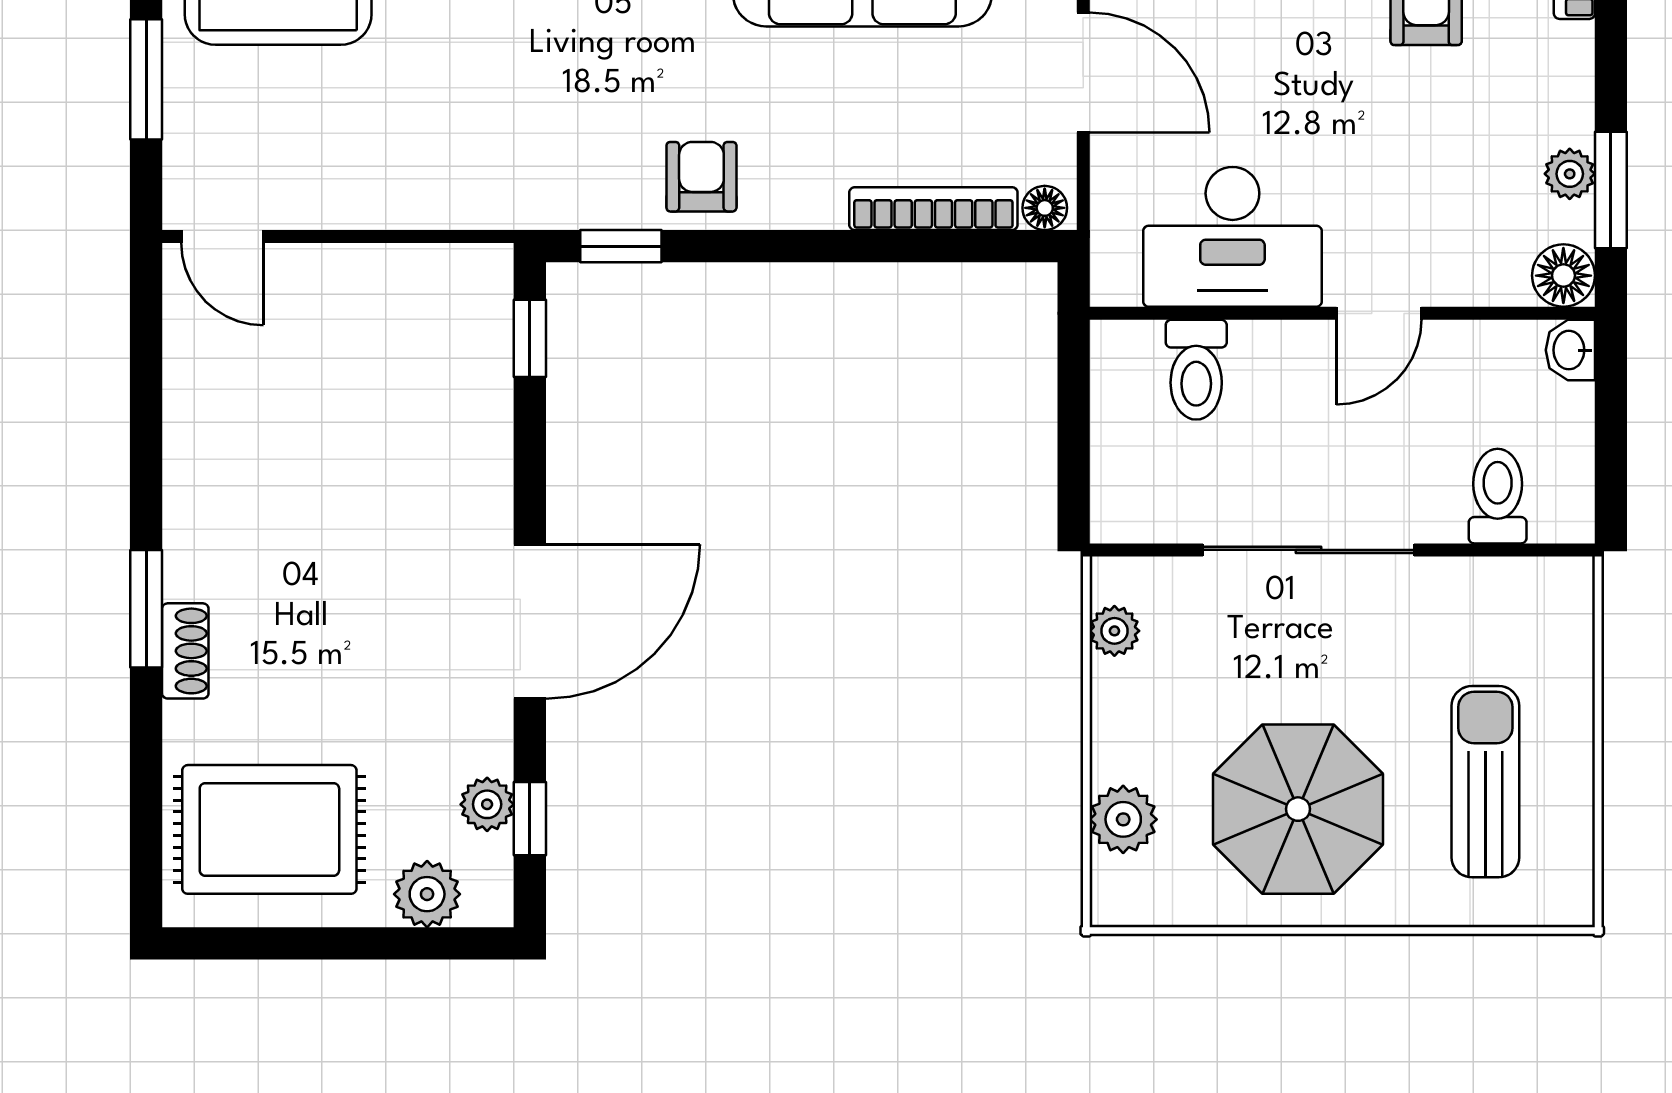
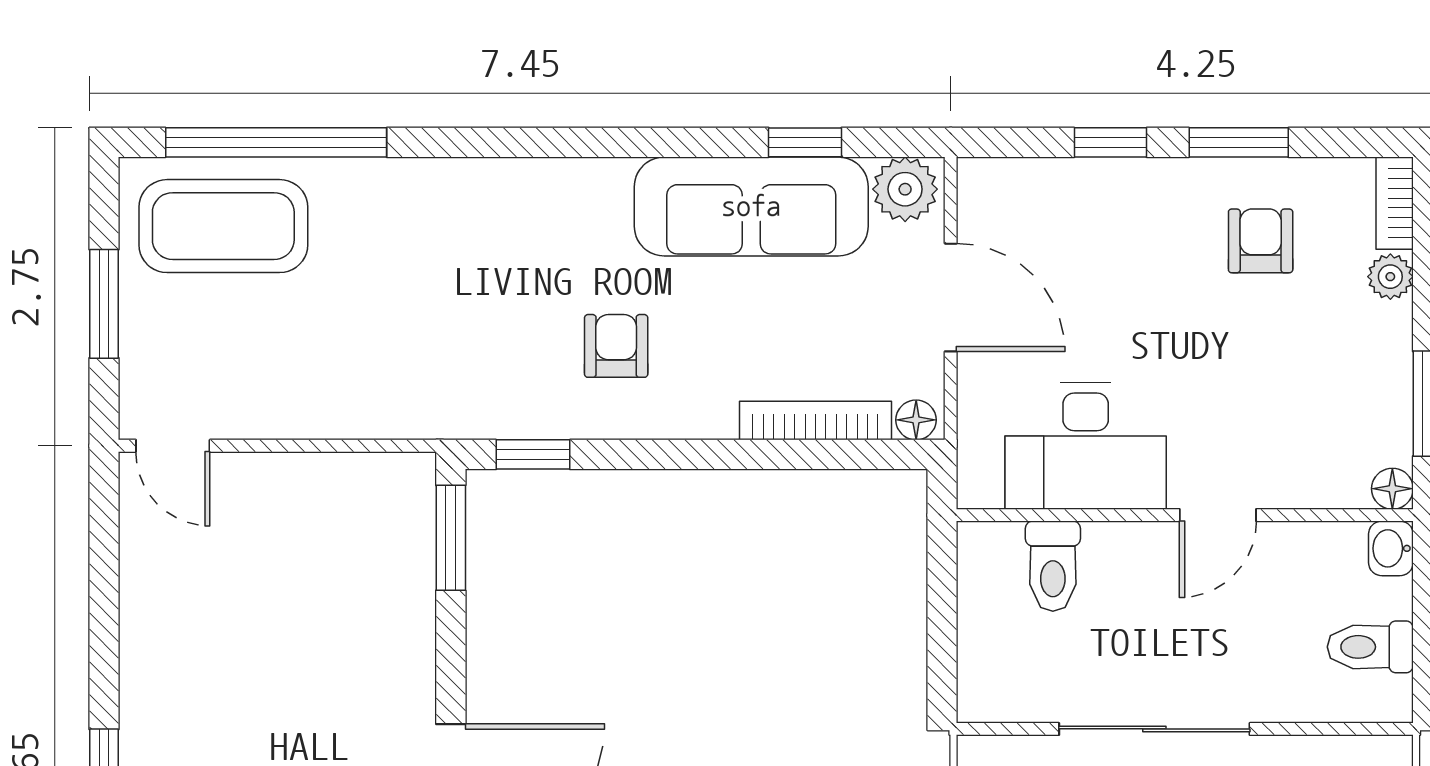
plant: (1570, 174) -> (1390, 277), moved
armchair: (701, 177) -> (616, 346), moved
floor lamp: (1563, 276) -> (1392, 489), width x0.73, depth x0.73
window: (530, 338) -> (451, 538), width x1.50
toilet: (1498, 496) -> (1370, 647), moved, turned -90

